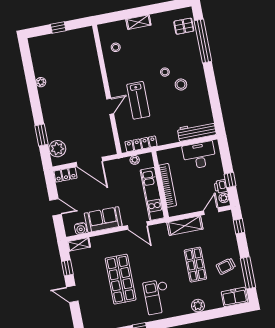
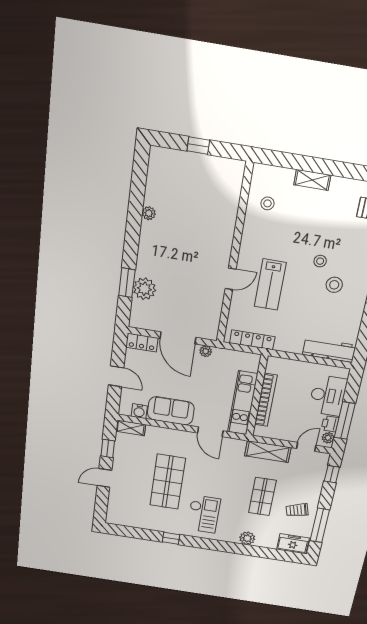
plant: (57, 149) -> (144, 289), moved
desk: (199, 155) -> (328, 395), moved, turned 90
plant: (135, 160) -> (206, 351), moved
window: (230, 180) -> (345, 421), width x2.17
door: (72, 294) -> (104, 478), hinge flipped
checkout: (157, 297) -> (204, 514), turned 180

